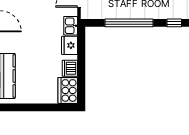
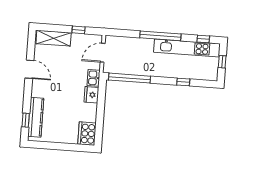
window: (129, 23) -> (129, 78), moved
dishwasher: (70, 68) -> (90, 115), removed

